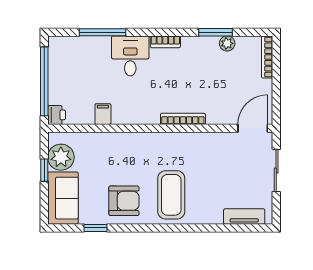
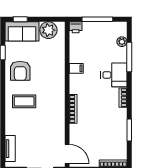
plant: (227, 43) -> (122, 42), moved
window: (44, 81) -> (97, 19), width x0.68
filing cabinet: (103, 114) -> (76, 68), moved
window: (44, 170) -> (20, 19), moved
coffee table: (171, 195) -> (24, 101), width x0.73, depth x0.76

